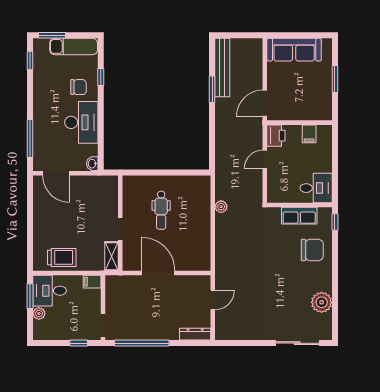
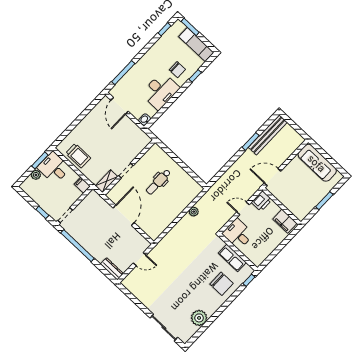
filing cabinet: (309, 134) -> (285, 221), width x2.00
desk: (316, 188) -> (238, 234), moved, turned 180

